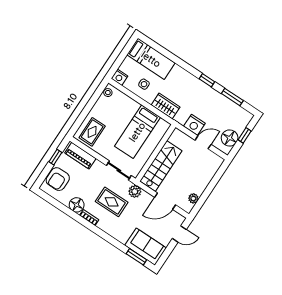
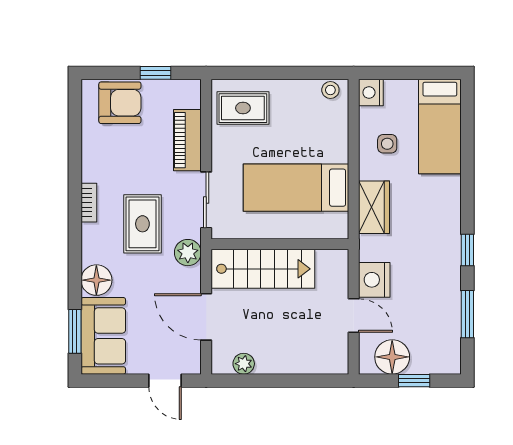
piano: (80, 156) -> (187, 140), moved
armchair: (58, 179) -> (120, 103), turned 180
floor lamp: (77, 205) -> (96, 280), moved

